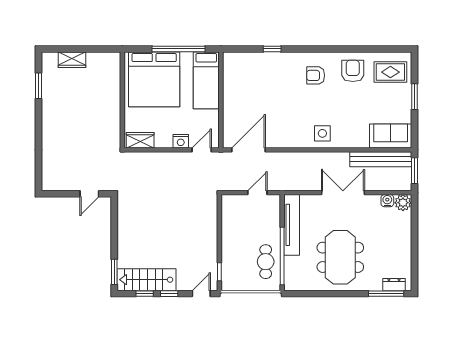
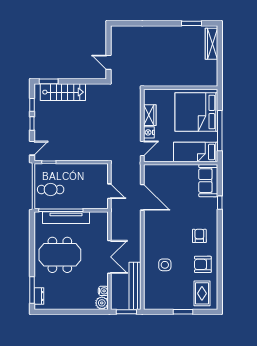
wardrobe: (72, 60) -> (211, 44), width x1.50
armchair: (353, 71) -> (203, 264), turned 180
side table: (322, 133) -> (165, 265), moved
sofa: (391, 136) -> (208, 181), moved, turned 180
wardrobe: (140, 140) -> (150, 115), moved
door: (202, 150) -> (142, 148), hinge flipped
door: (249, 150) -> (142, 197), moved
tv unit: (292, 225) -> (66, 218), moved
cafe table: (266, 262) -> (51, 189), moved
stairs: (146, 280) -> (63, 92), moved, turned 90
door: (201, 294) -> (32, 148), hinge flipped

